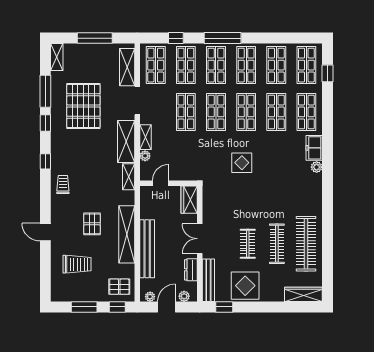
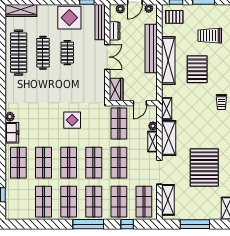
shop shelf: (306, 65) -> (119, 123), moved
pallet: (92, 224) -> (197, 69), width x1.50, depth x1.42

